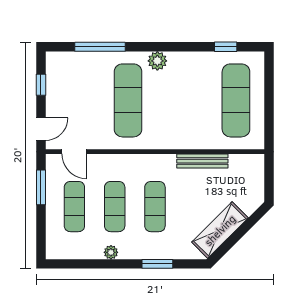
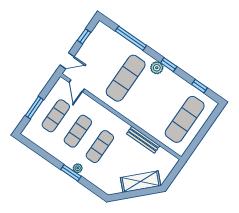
window: (169, 47) -> (169, 65), added
window: (41, 187) -> (34, 108), moved
shelving: (220, 230) -> (141, 182), moved
plant: (111, 252) -> (78, 168), moved
window: (157, 264) -> (71, 173), moved

